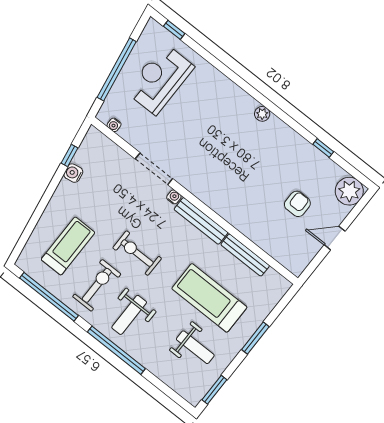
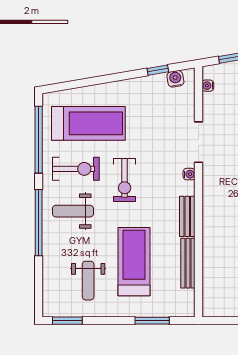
water cooler: (73, 173) -> (175, 79), moved
bench: (201, 221) -> (187, 216), width x0.73
treadmill: (68, 246) -> (88, 123), width x1.37, depth x1.38
exercise bike: (137, 253) -> (125, 180), turned 180
window: (255, 338) -> (152, 321), moved

